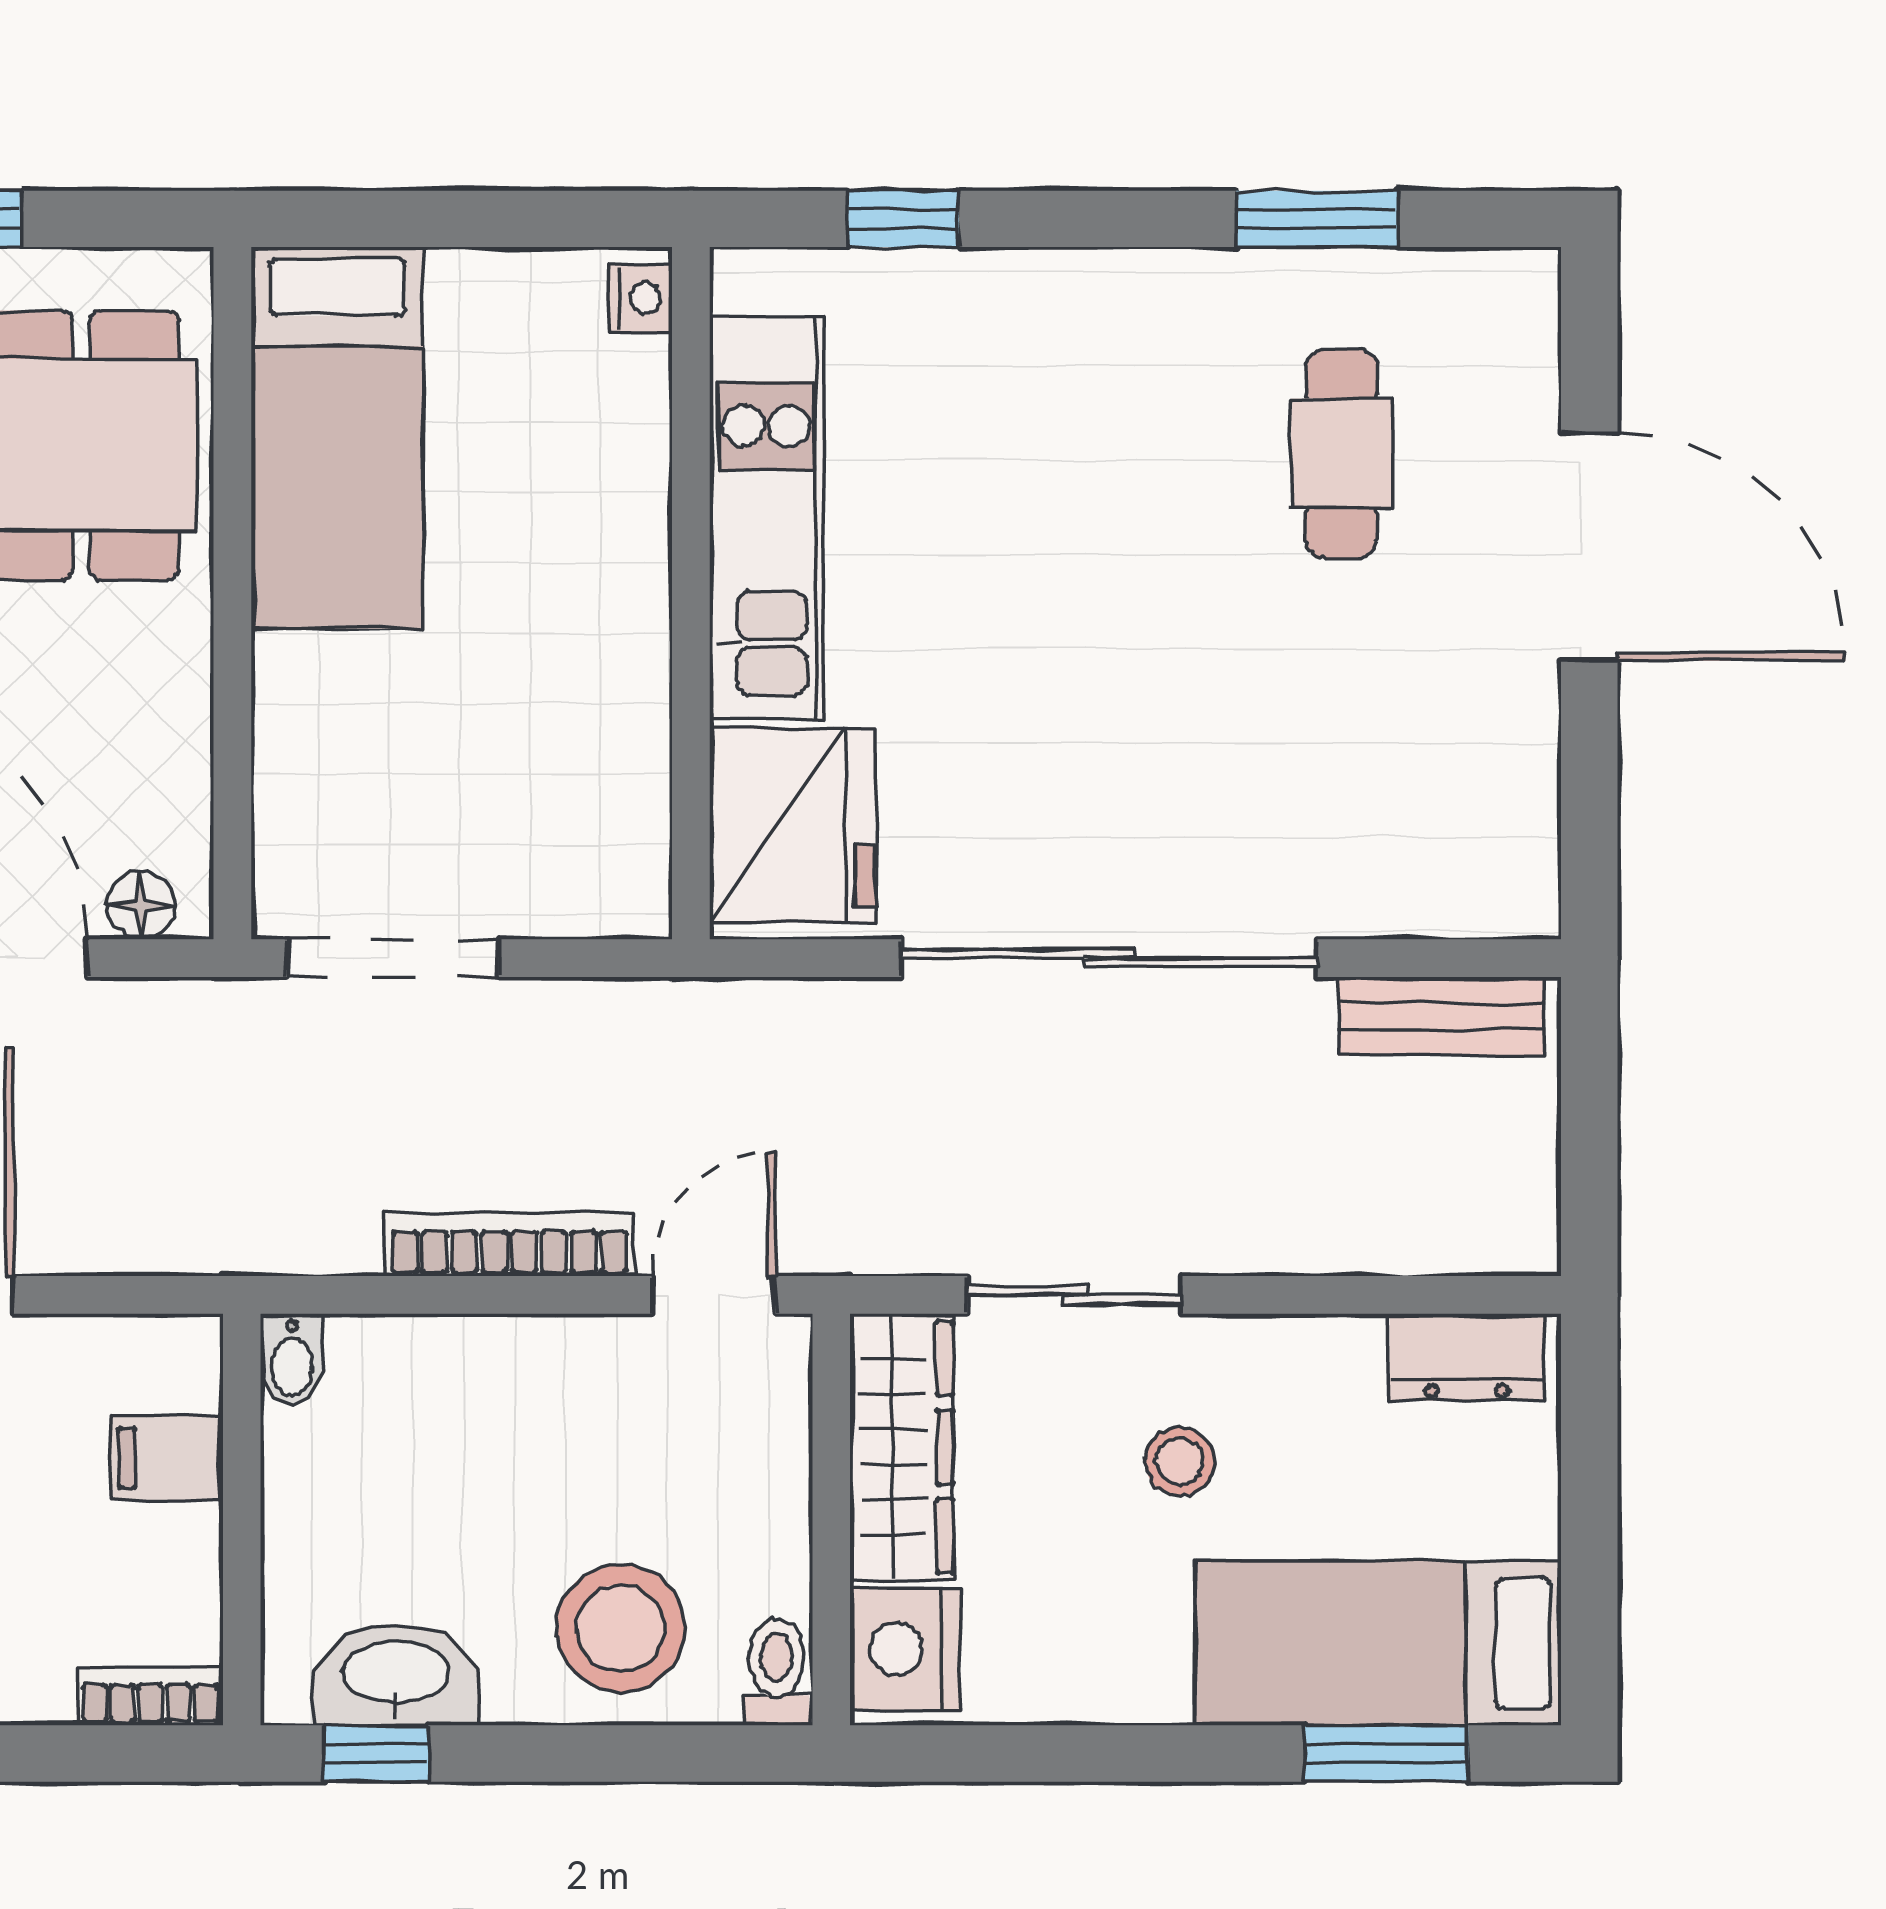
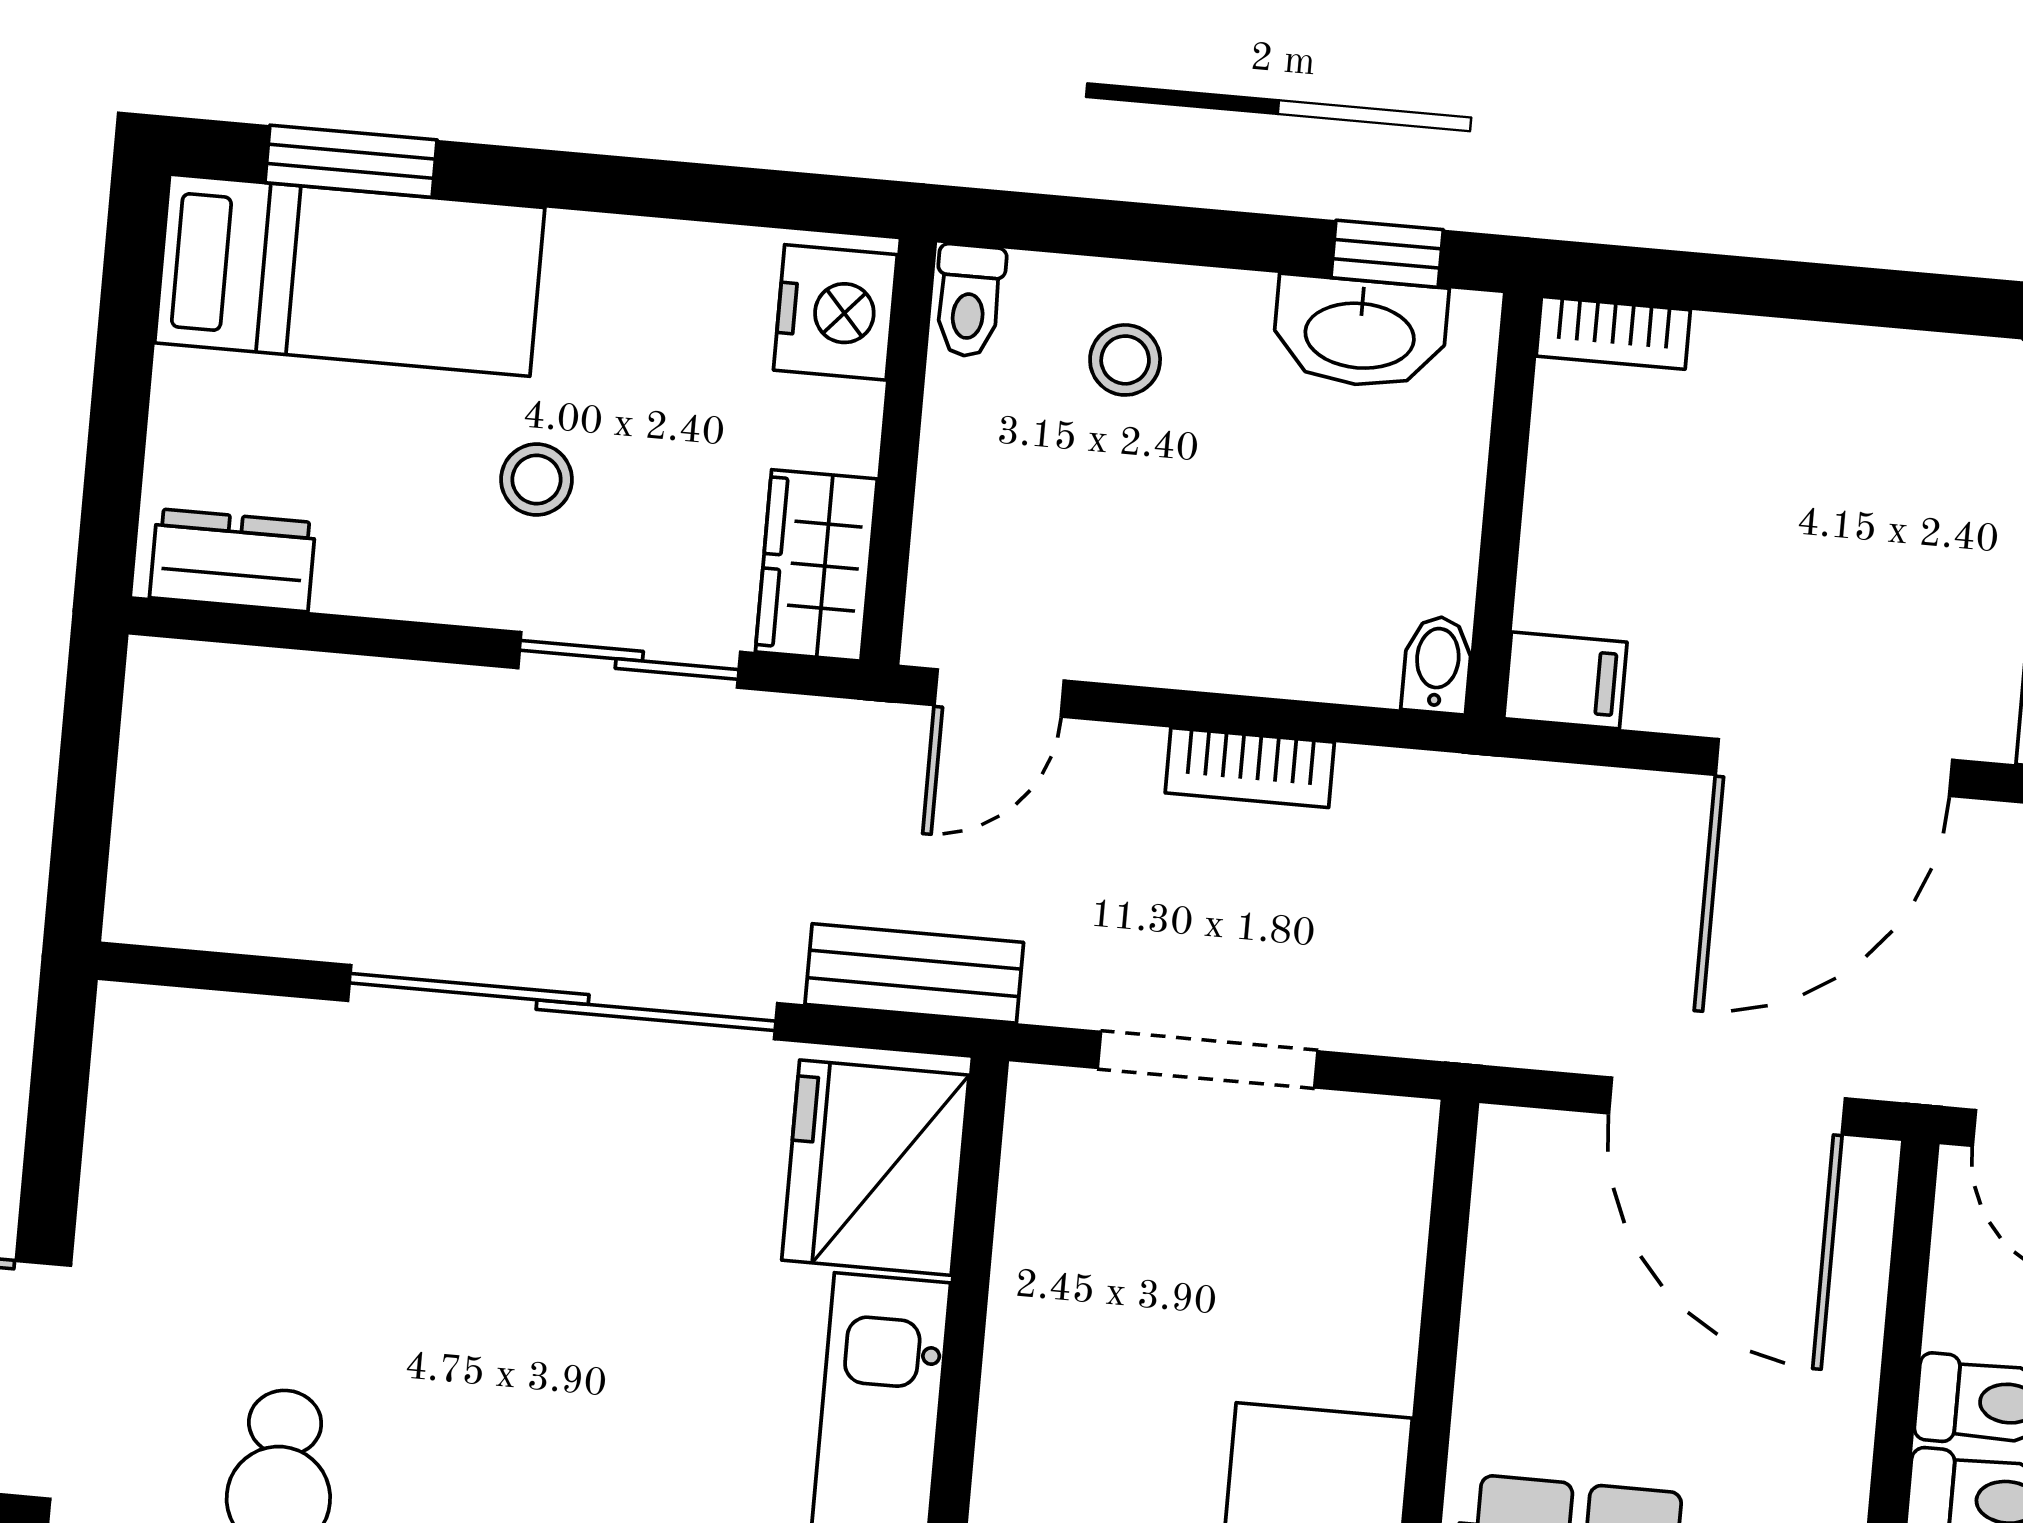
floor lamp: (141, 905) -> (1550, 1145), removed
doorway: (393, 958) -> (1208, 1060), moved
bench: (1441, 1016) -> (914, 973), moved
bookcase: (509, 1244) -> (1250, 768), width x0.64
wardrobe: (902, 1447) -> (816, 565), width x0.67
filing cabinet: (167, 1458) -> (1565, 680), moved
stool: (620, 1628) -> (1125, 360), width x0.53, depth x0.53

